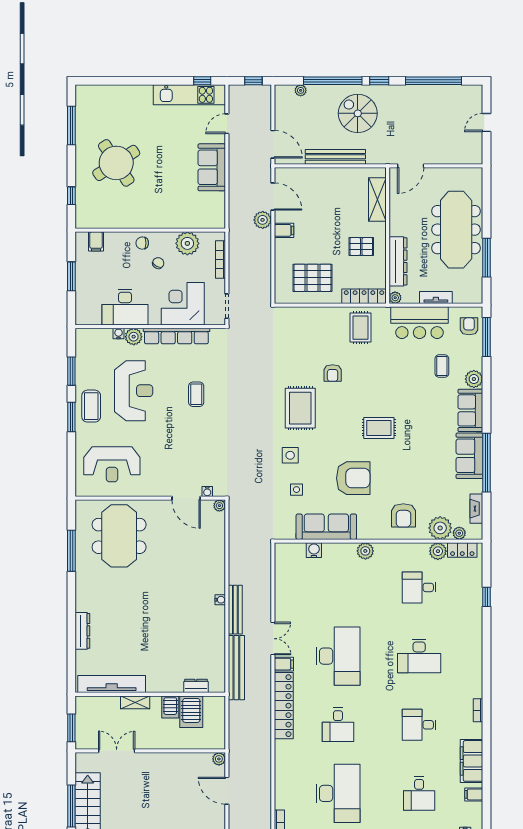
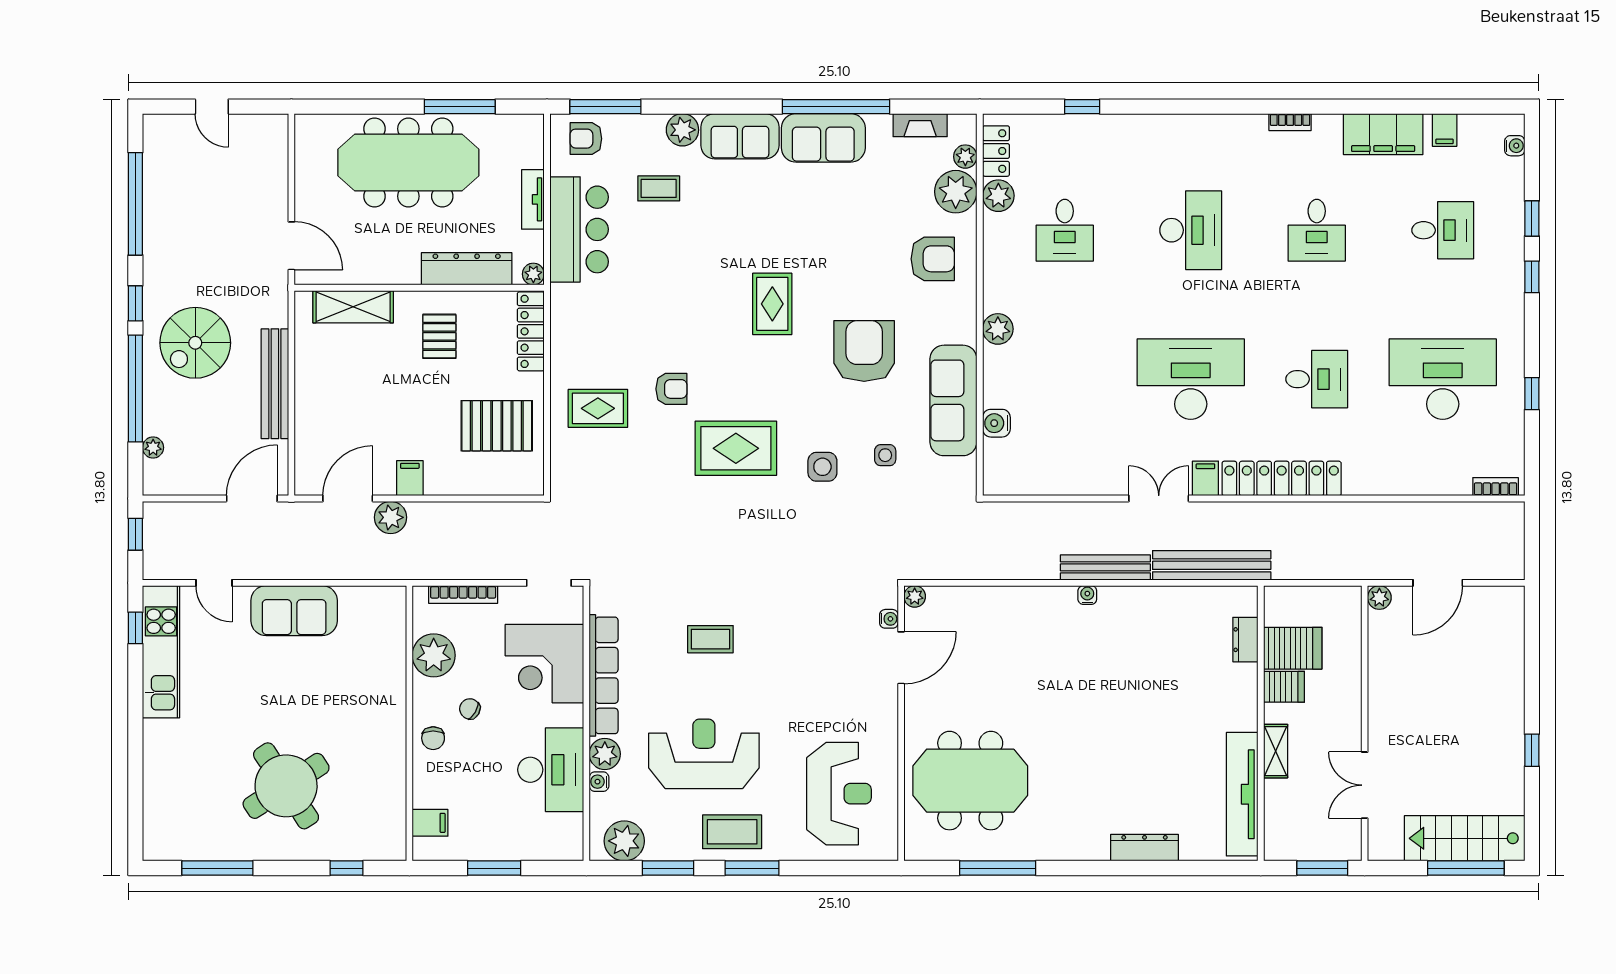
pallet: (313, 278) -> (497, 426), turned 90
rug: (360, 328) -> (598, 408), moved
plant: (86, 347) -> (624, 841), added

